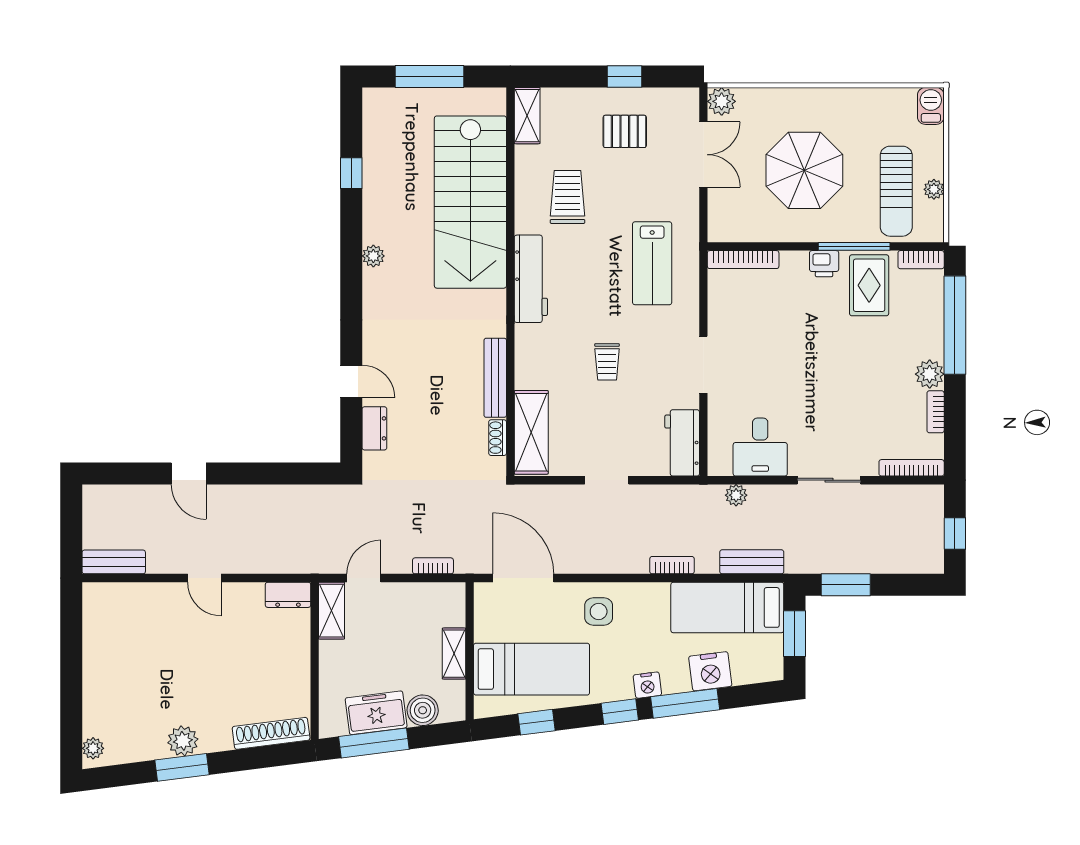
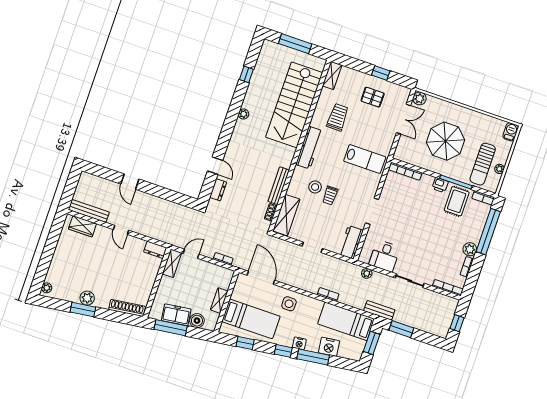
lab bench: (652, 263) -> (365, 159), turned -90
stool: (570, 355) -> (315, 187), added
bench: (114, 562) -> (89, 211), width x1.36
bench: (752, 562) -> (379, 310), moved
wardrobe: (123, 598) -> (82, 226), added

